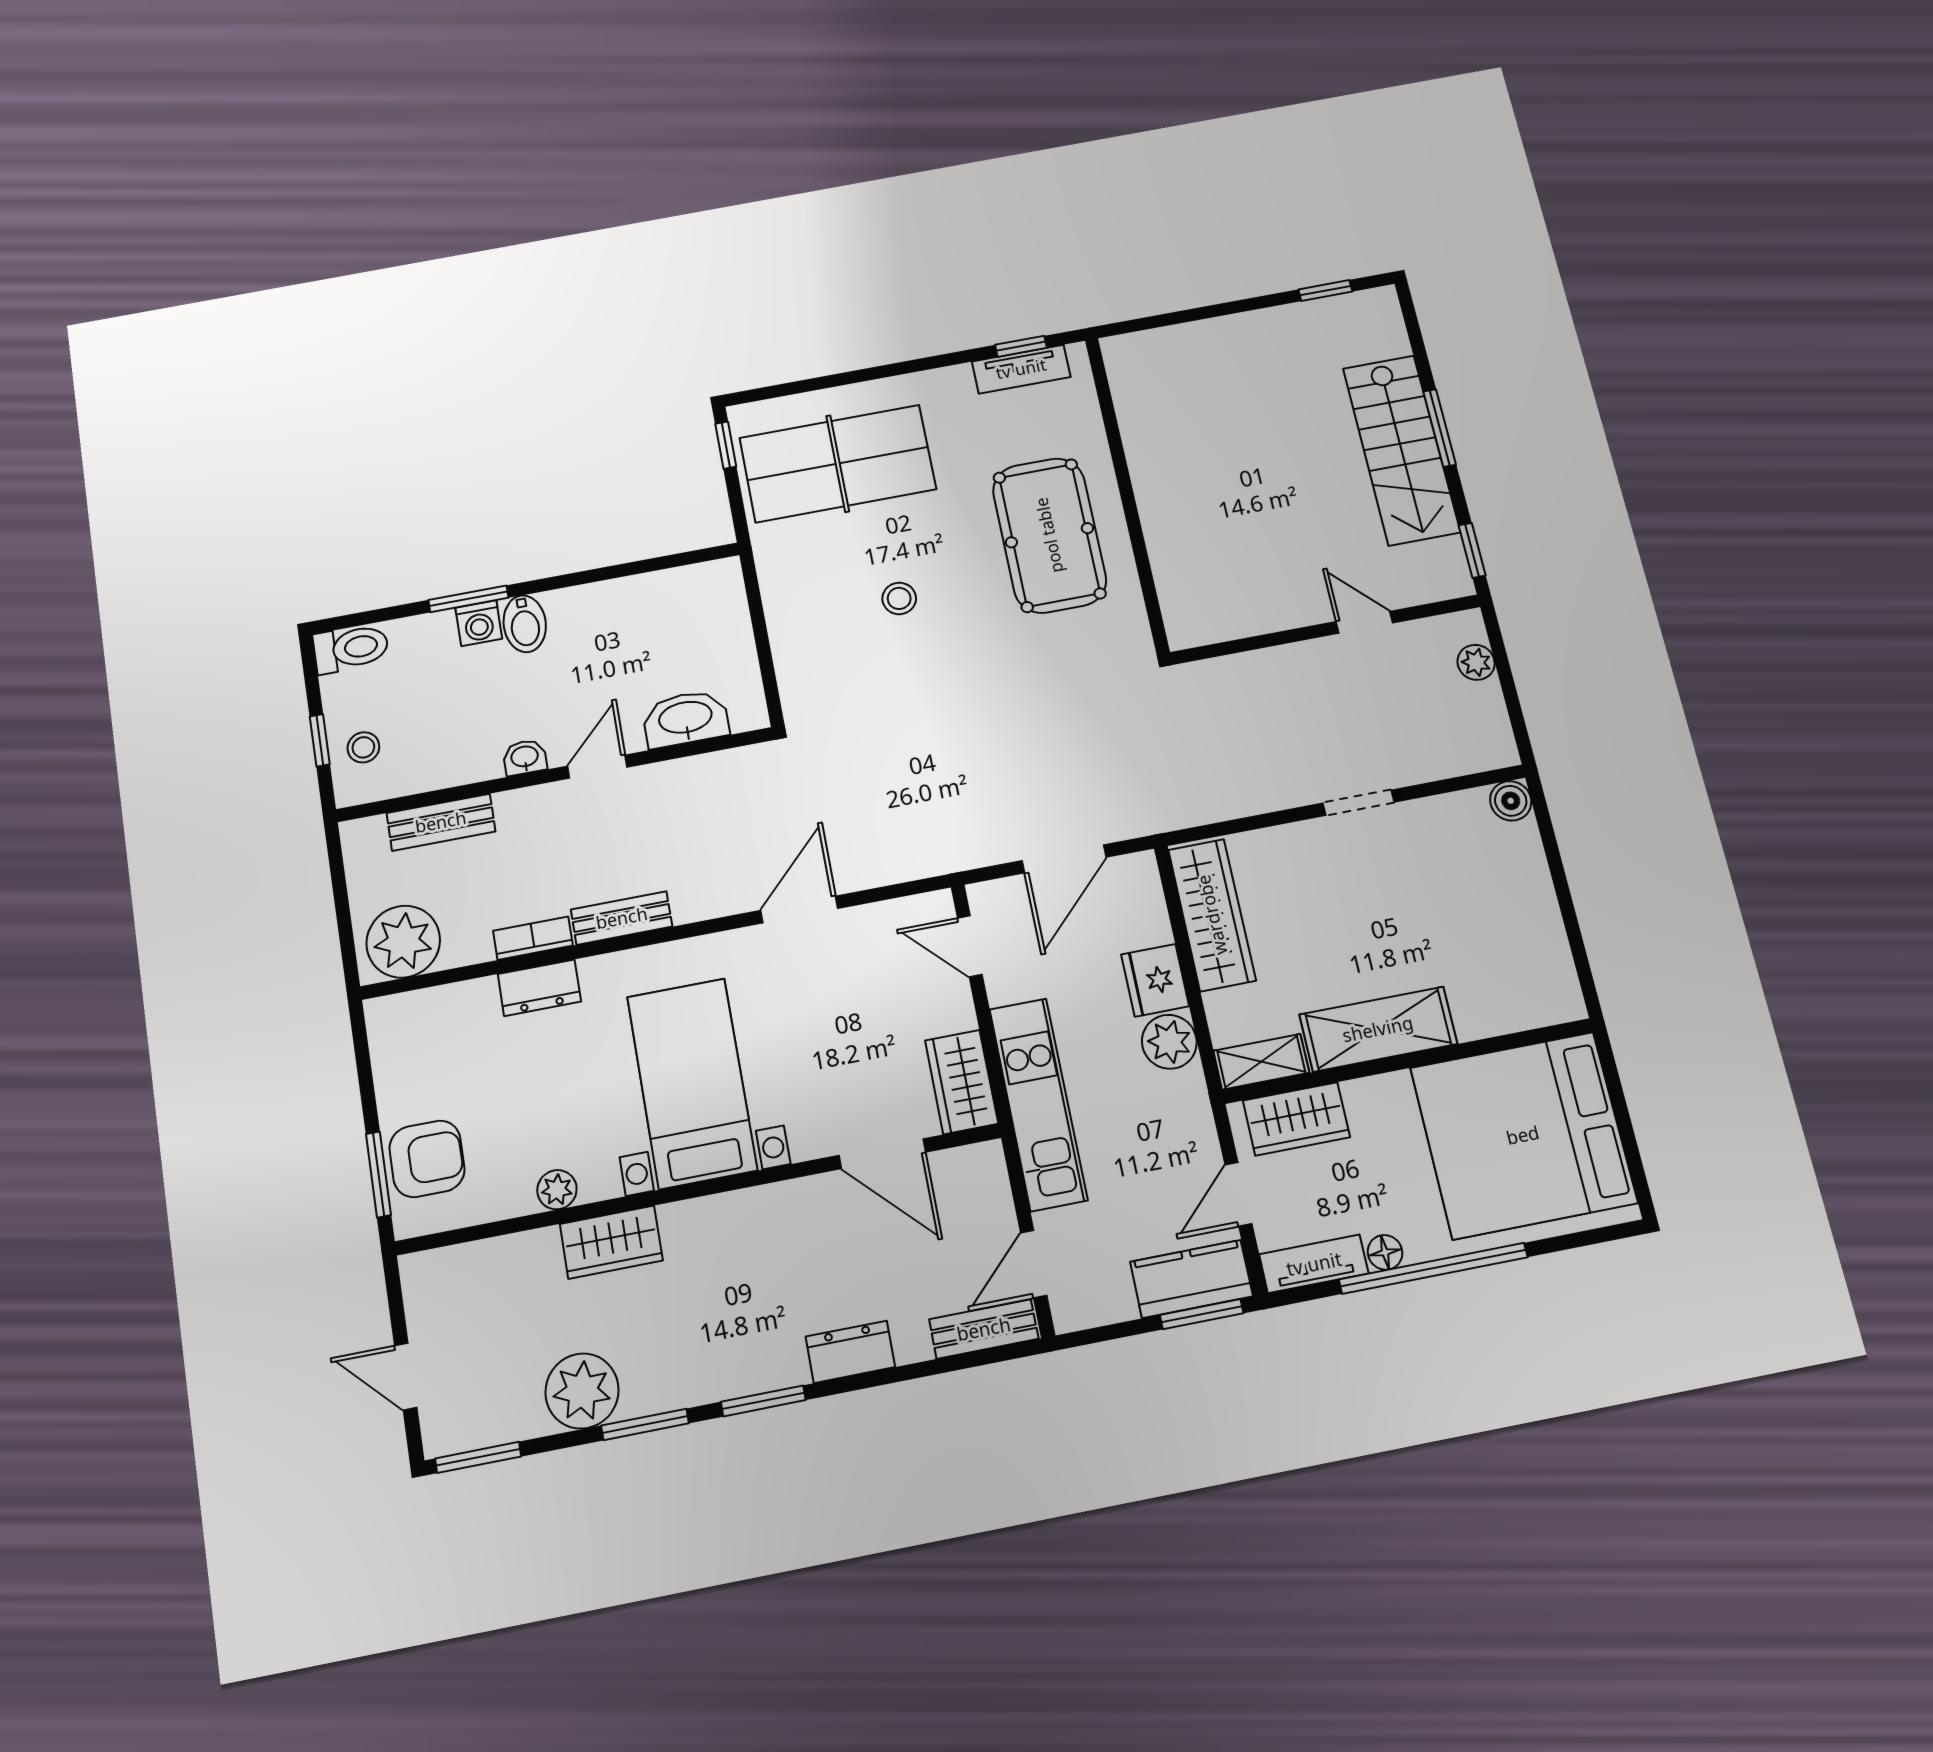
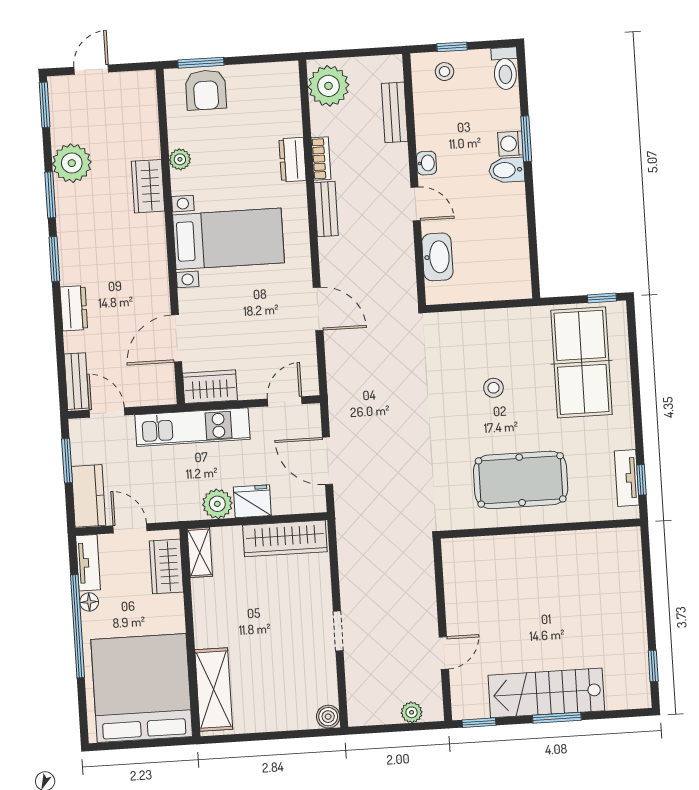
shelving: (1378, 1029) -> (214, 690), moved
window: (1202, 1314) -> (67, 461), moved

